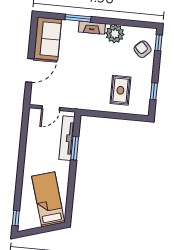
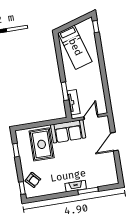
plant: (115, 34) -> (57, 186), removed
sofa: (48, 39) -> (68, 131), moved, turned -90
rug: (120, 90) -> (42, 144), width x1.36, depth x1.43
tv unit: (67, 138) -> (73, 102), width x0.71

